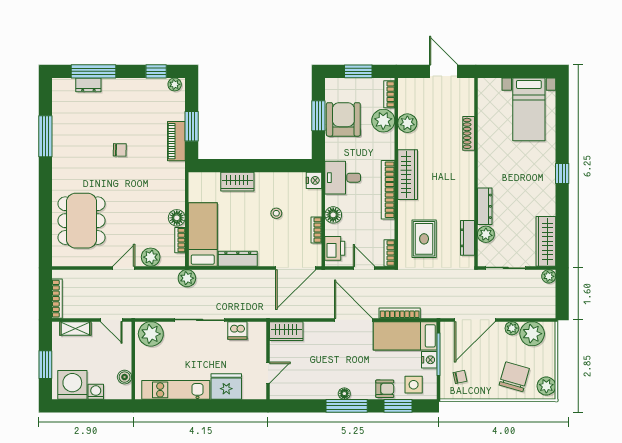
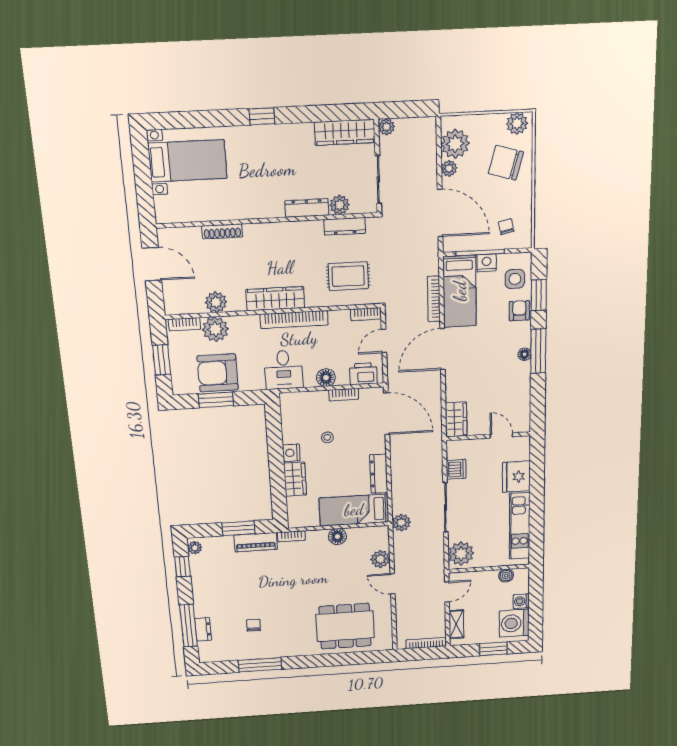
door: (444, 71) -> (152, 264), swing flipped
chair: (120, 150) -> (254, 625), moved
nightstand: (314, 180) -> (291, 453), moved, turned -90
bookcase: (180, 240) -> (291, 536), moved

